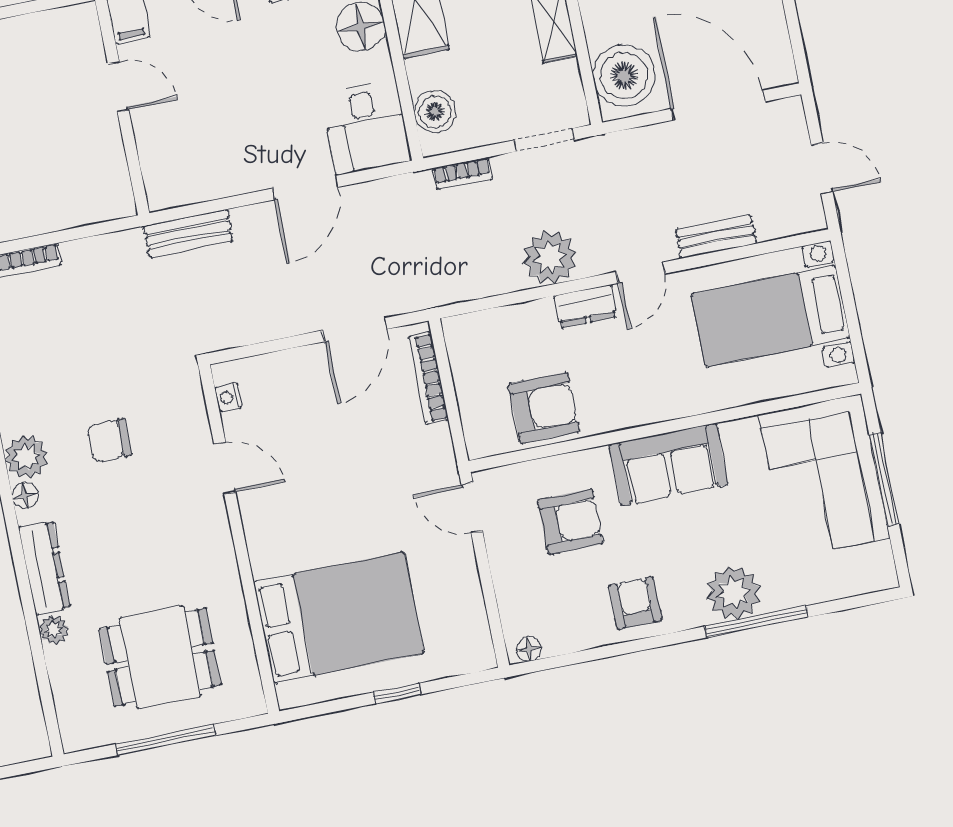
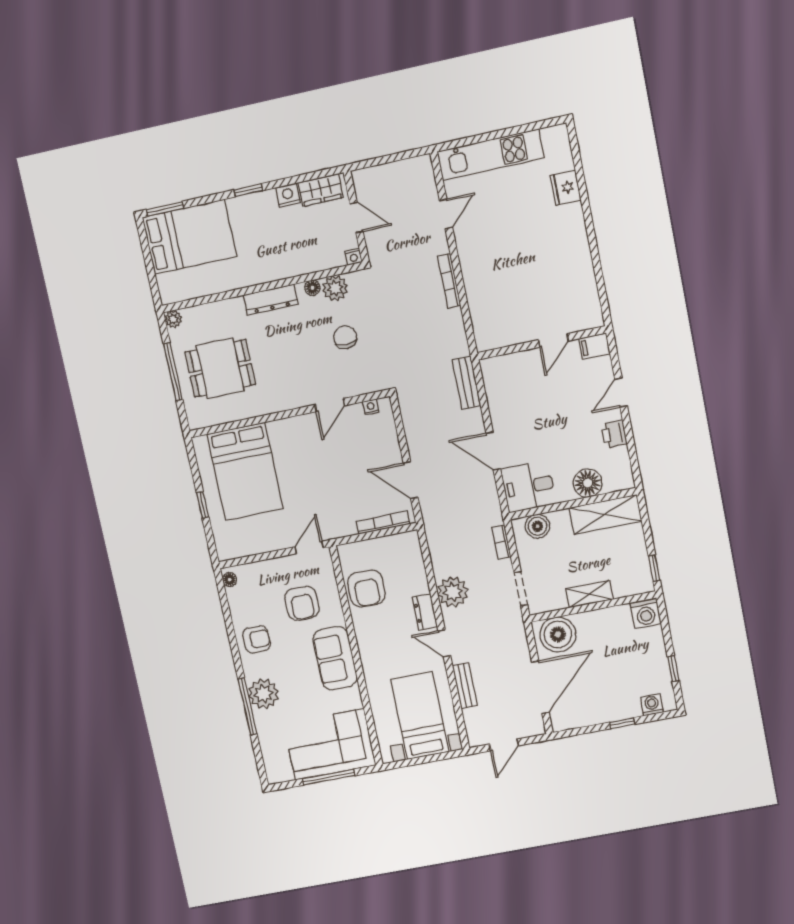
plant: (54, 630) -> (173, 319), moved
dining table: (160, 657) -> (220, 368), turned 90

